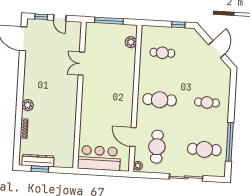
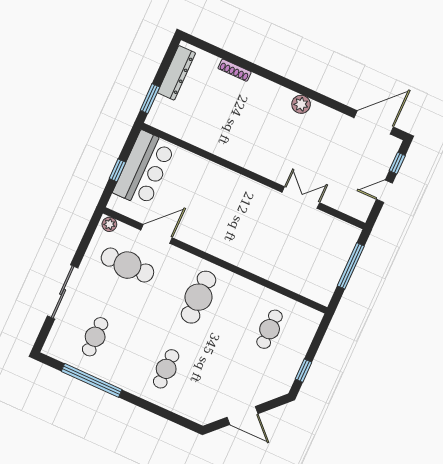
plant: (131, 42) -> (305, 287), removed
plant: (28, 105) -> (301, 104), moved
cafe table: (204, 149) -> (95, 337), width x0.73, depth x0.74
window: (40, 169) -> (150, 99), moved
window: (106, 173) -> (118, 170), added

